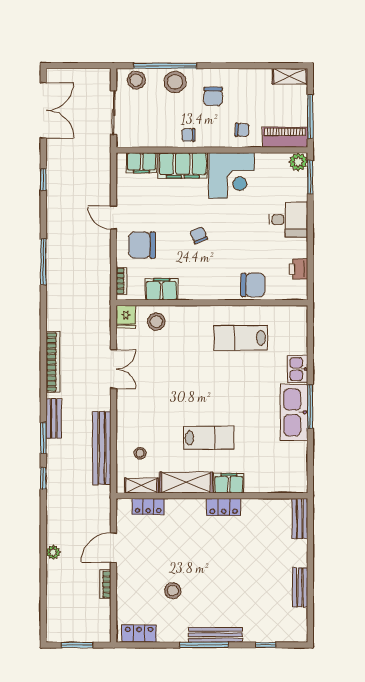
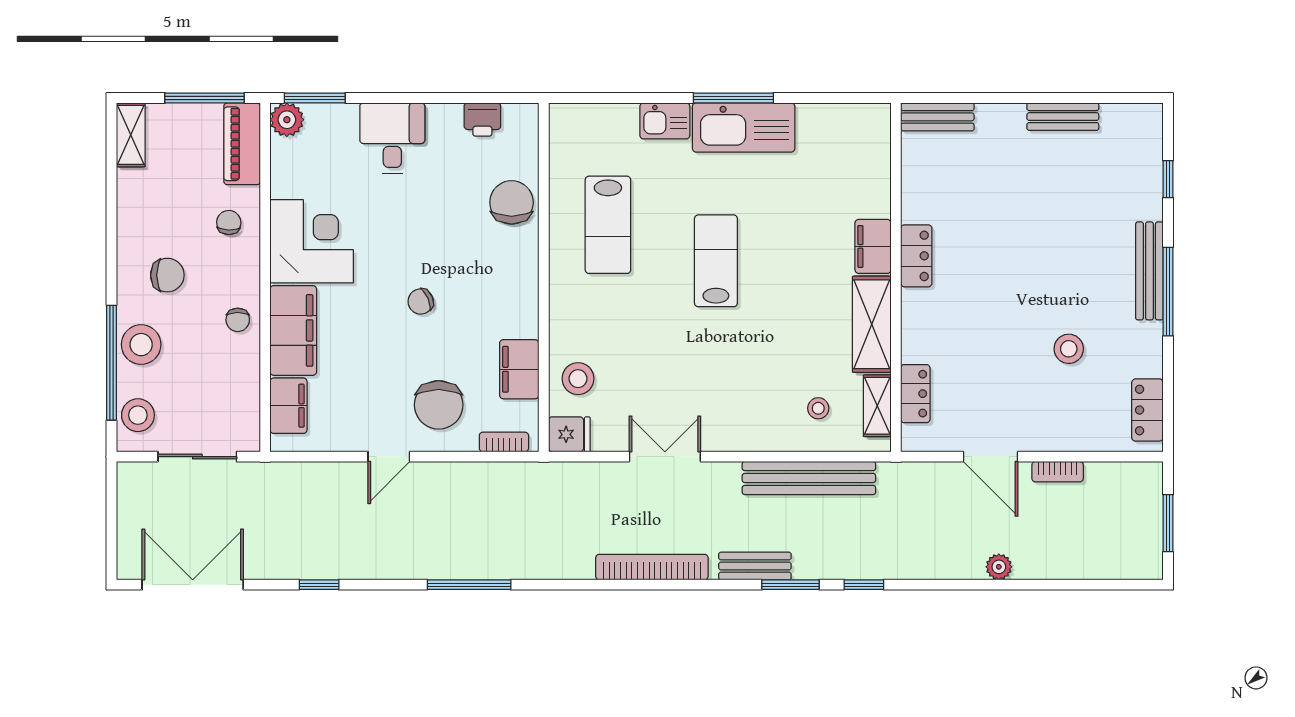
lab bench: (208, 438) -> (716, 261), moved

